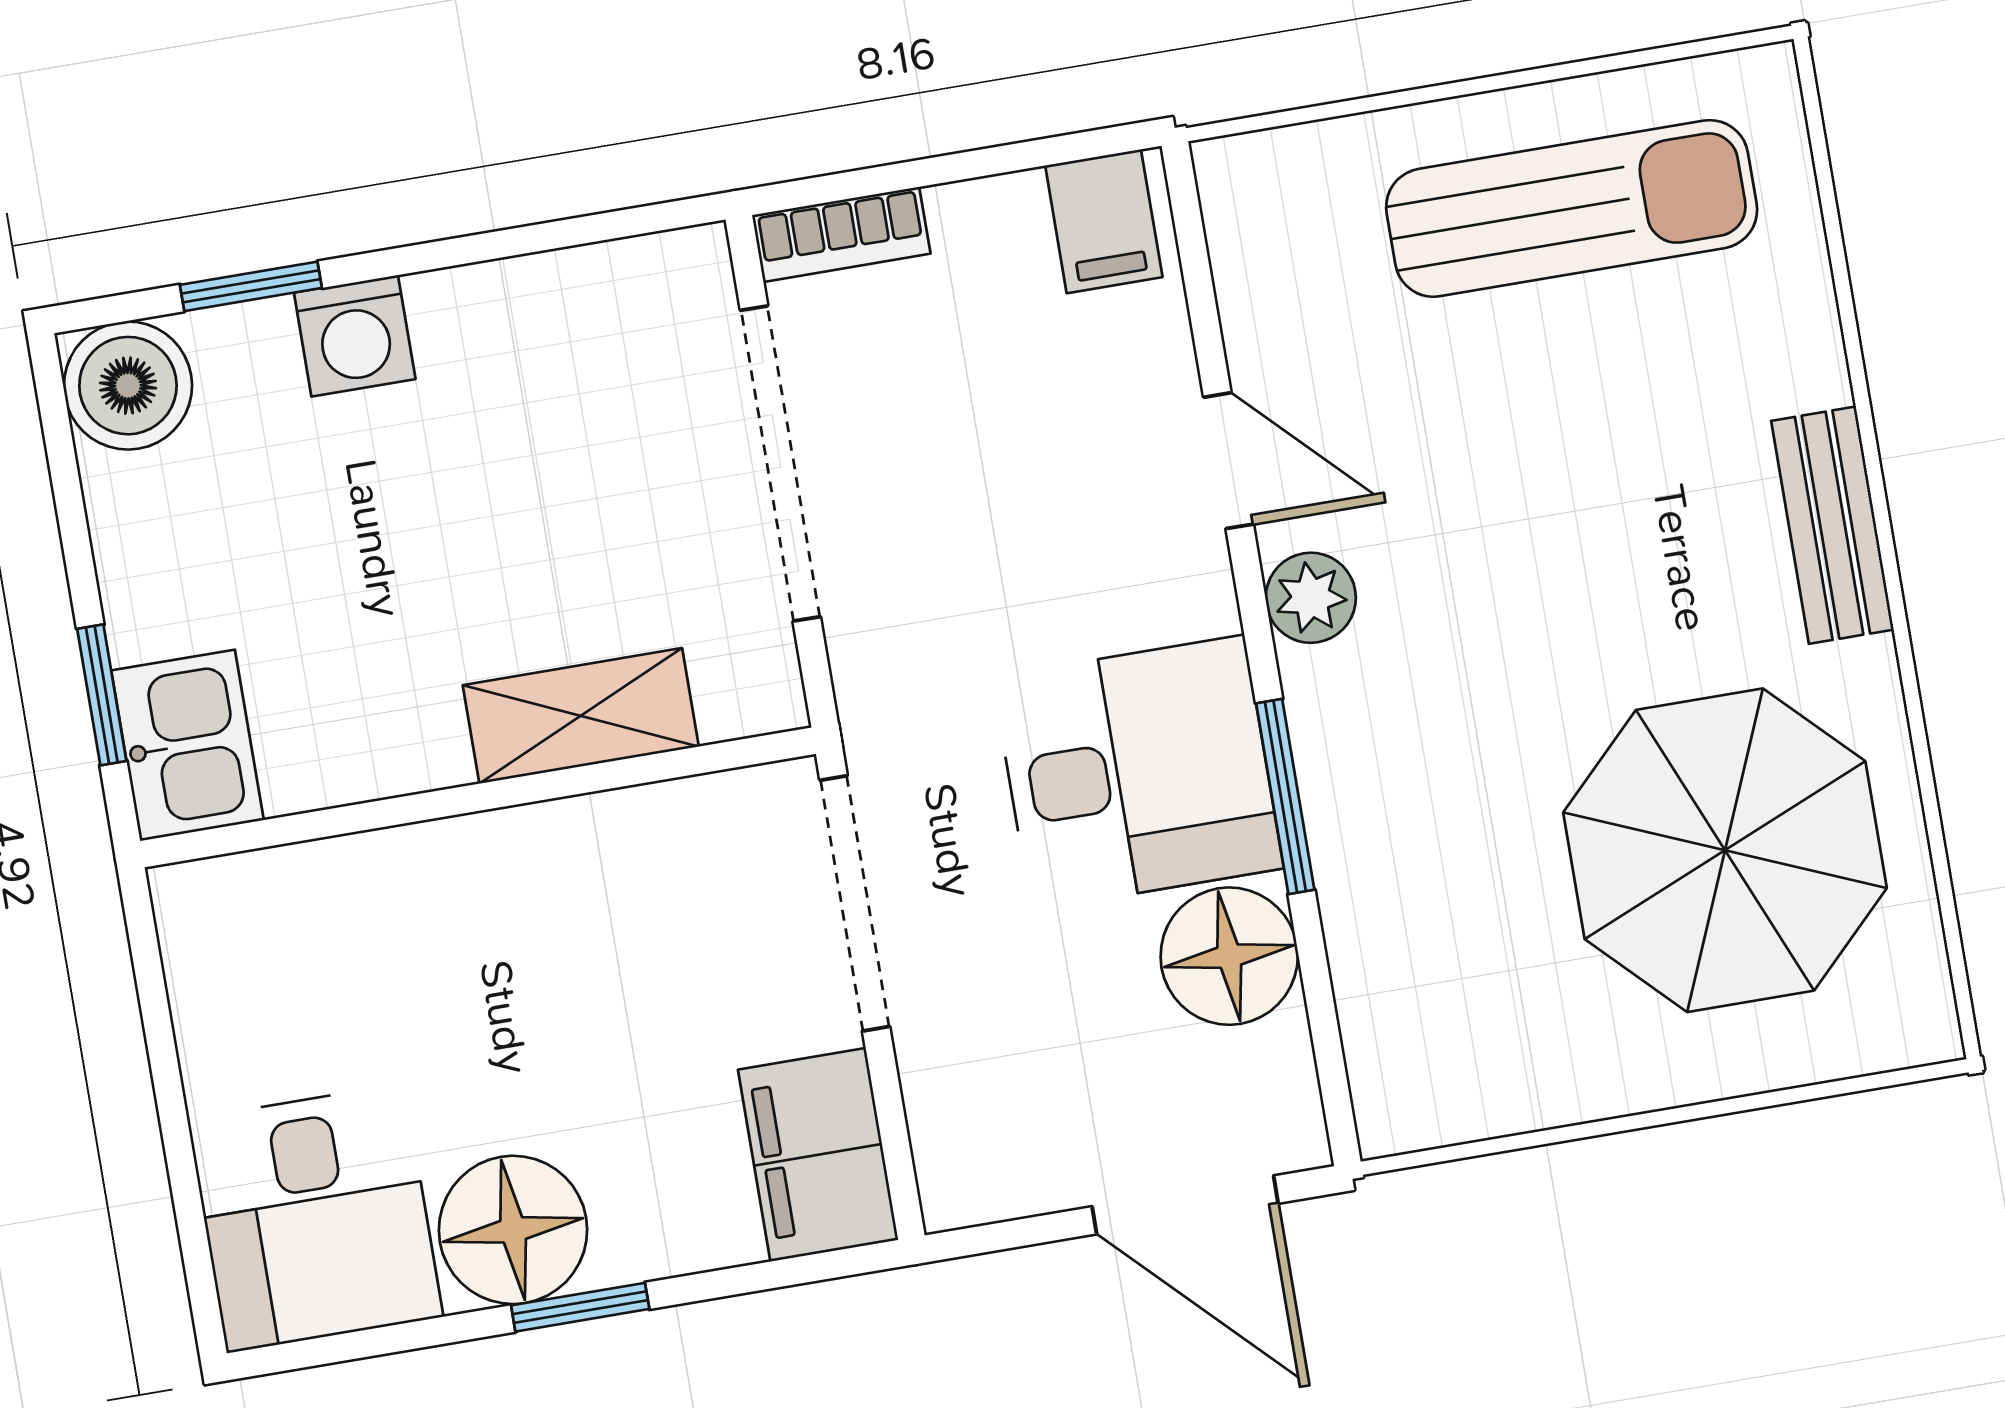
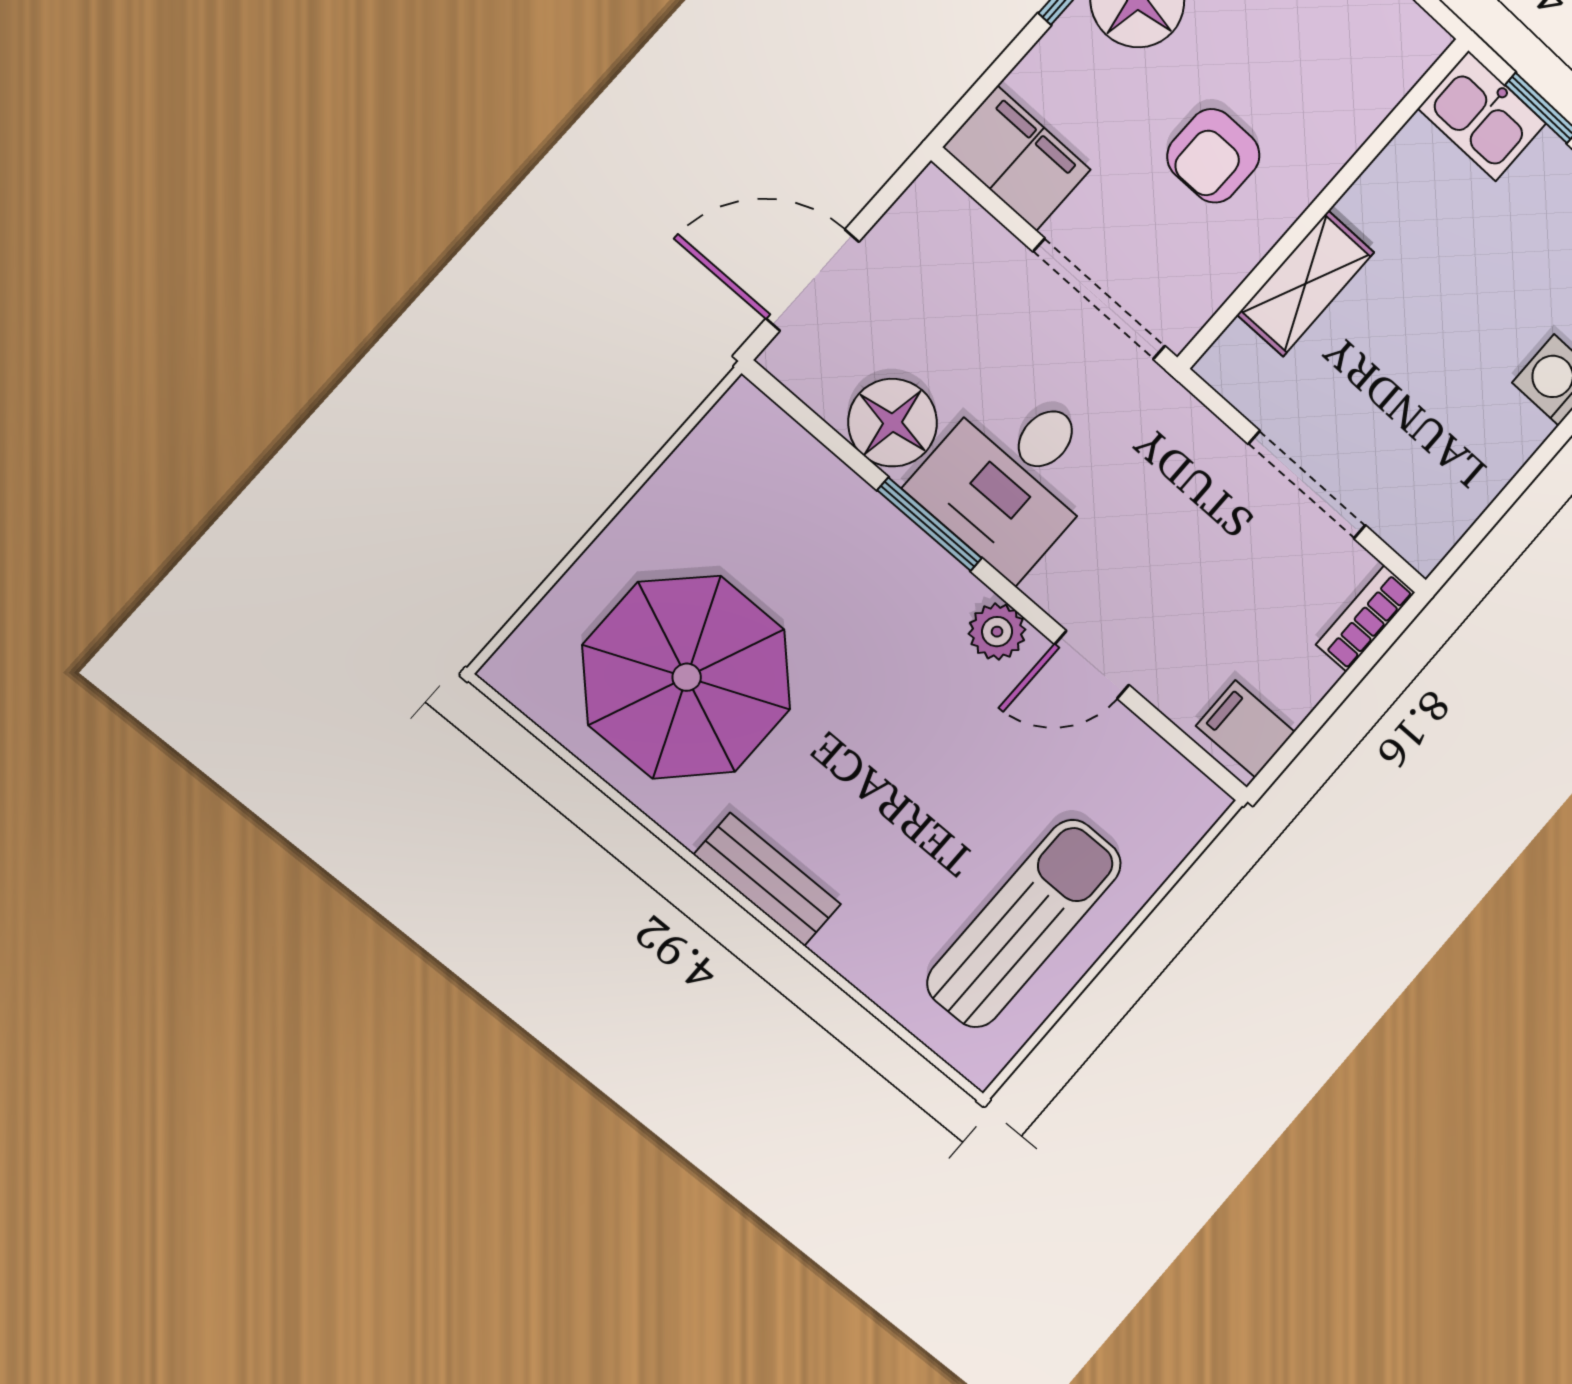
sun lounger: (1572, 208) -> (1024, 923), turned 180
doorway: (780, 463) -> (1307, 485), width x0.73
armchair: (571, 966) -> (1213, 156), added

